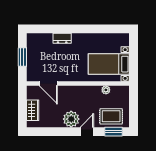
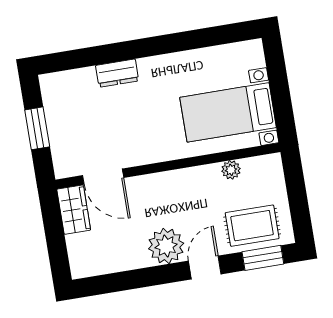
wardrobe: (33, 110) -> (74, 210), moved

